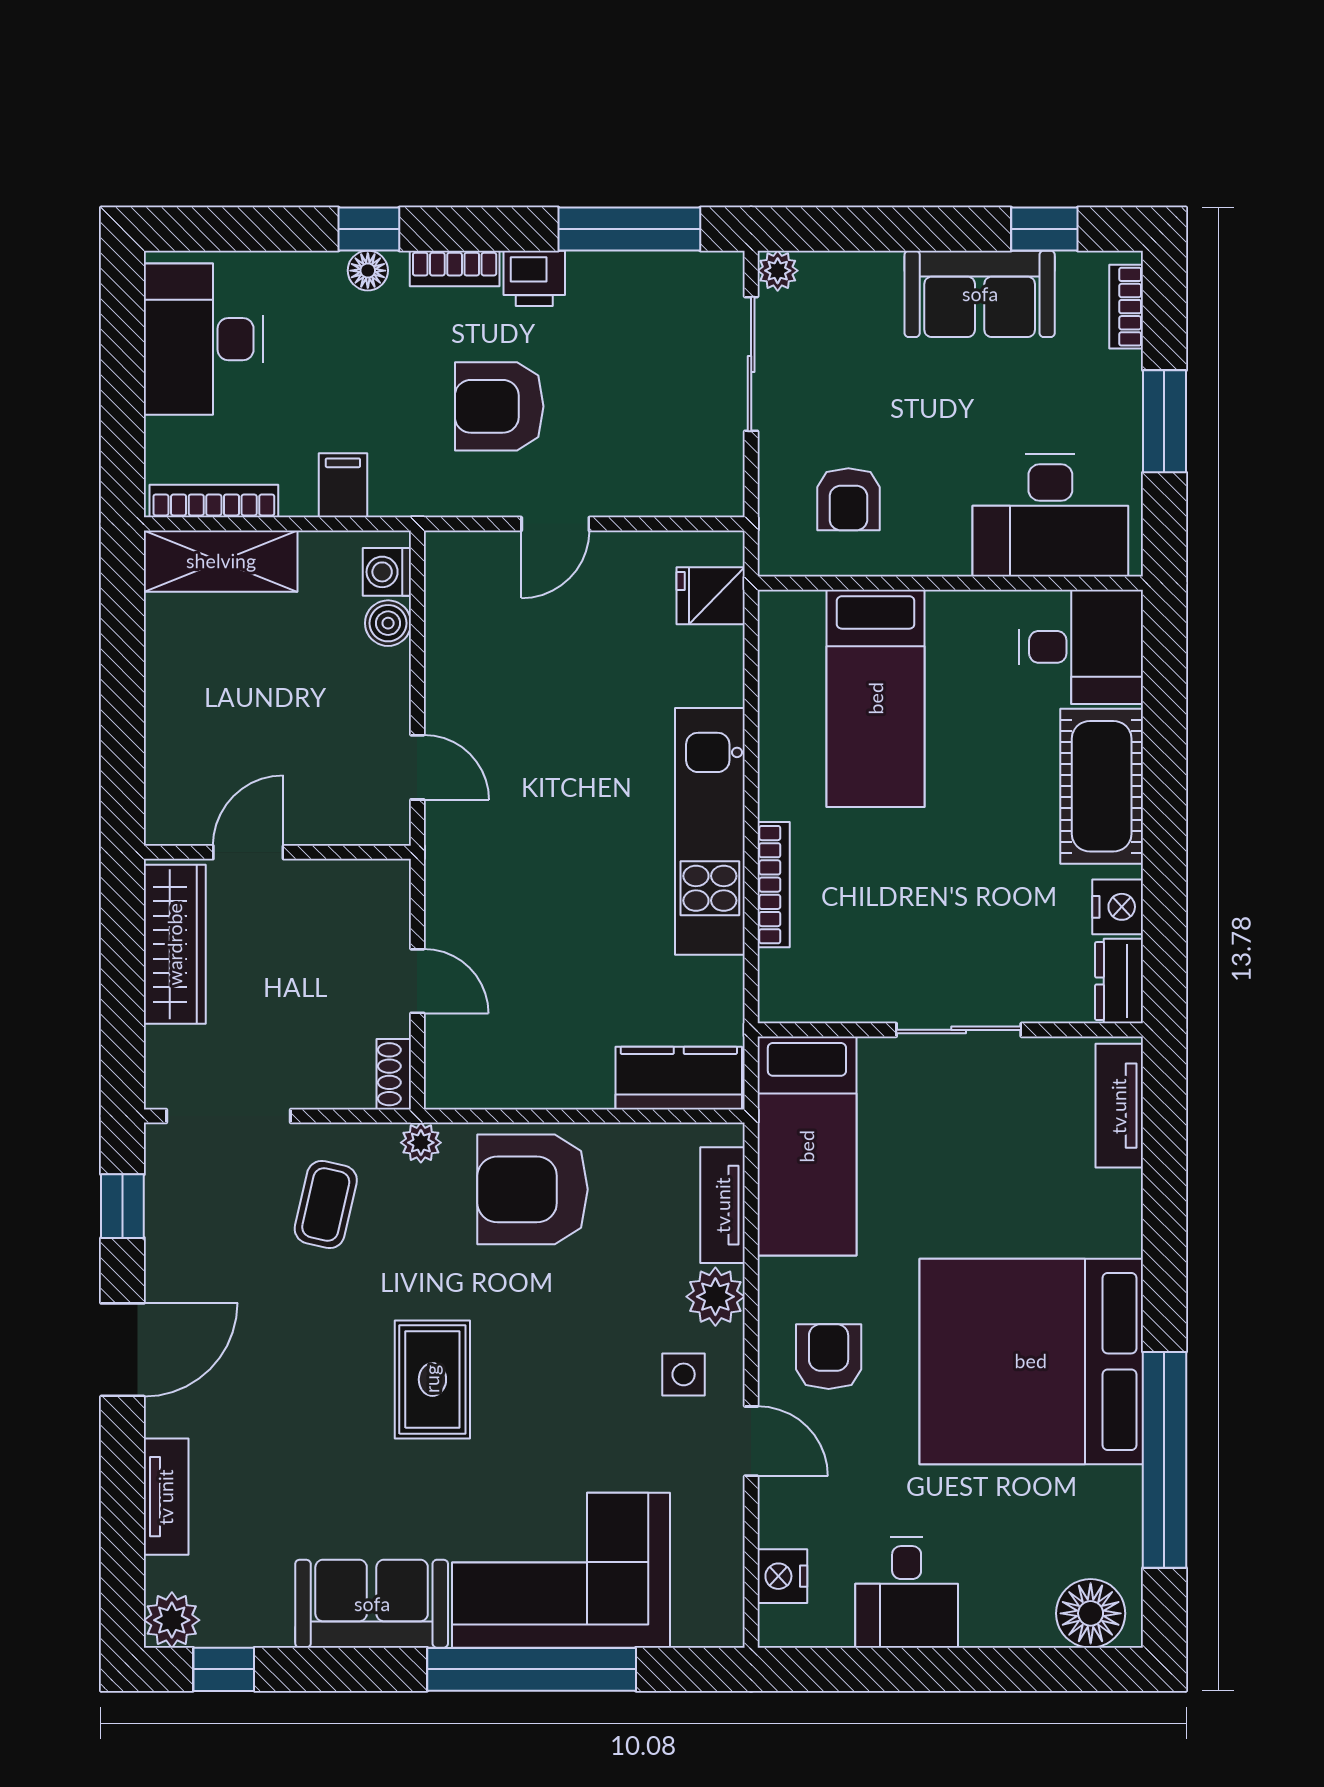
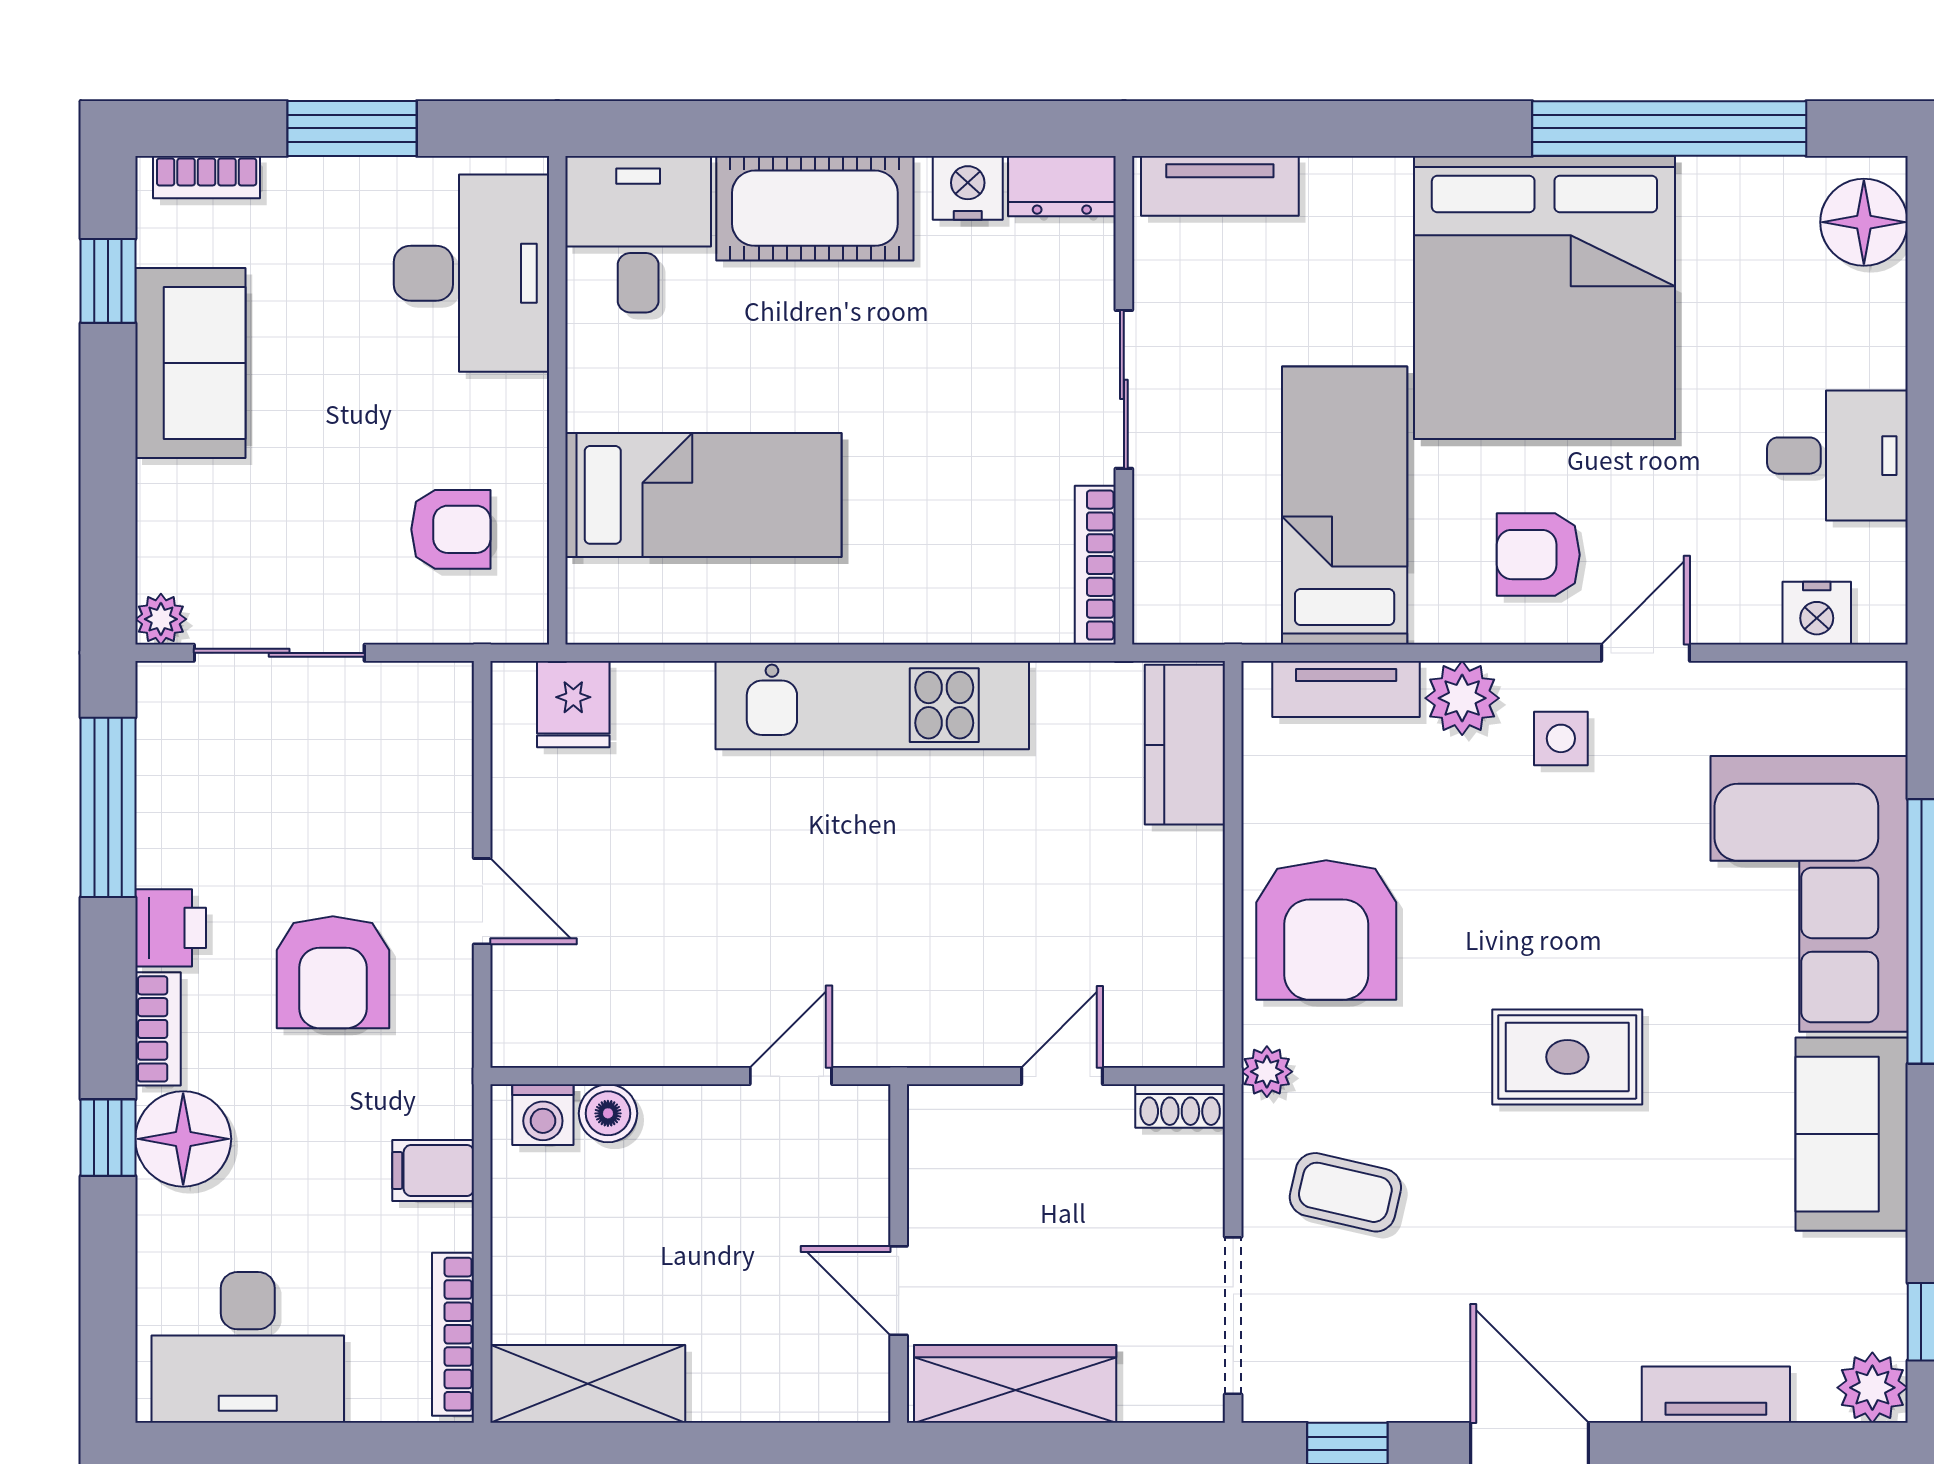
floor lamp: (368, 271) -> (183, 1139), width x1.89, depth x1.89
shelving: (221, 561) -> (588, 1384), moved, turned 90
bookcase: (774, 885) -> (1095, 565), moved, turned -90
bed: (807, 1146) -> (1345, 505), moved, turned -90

